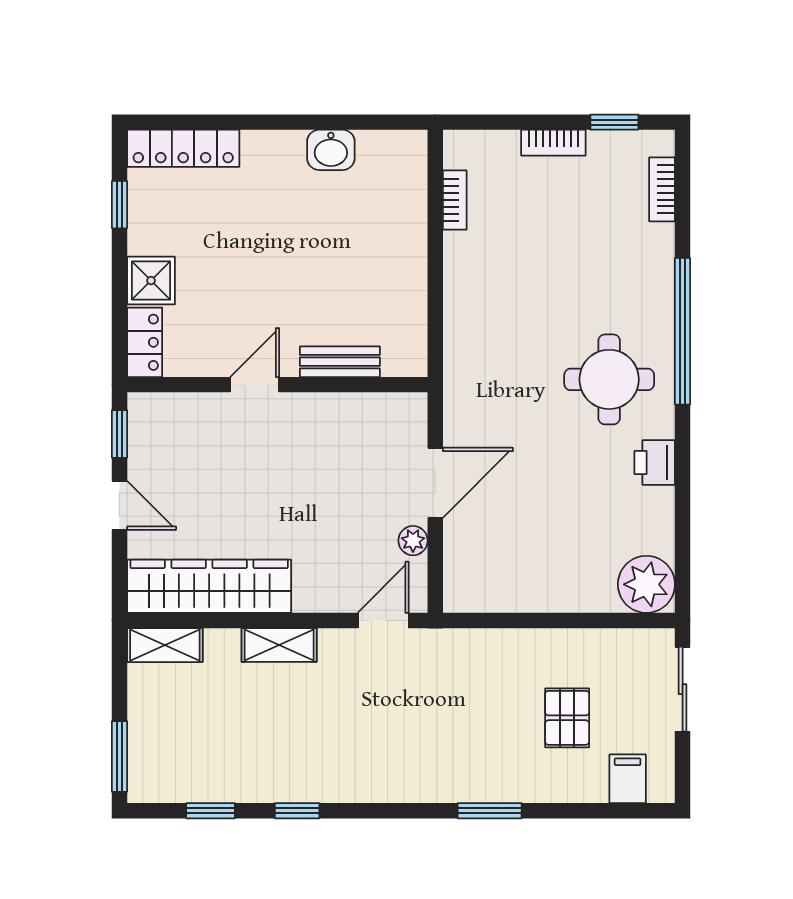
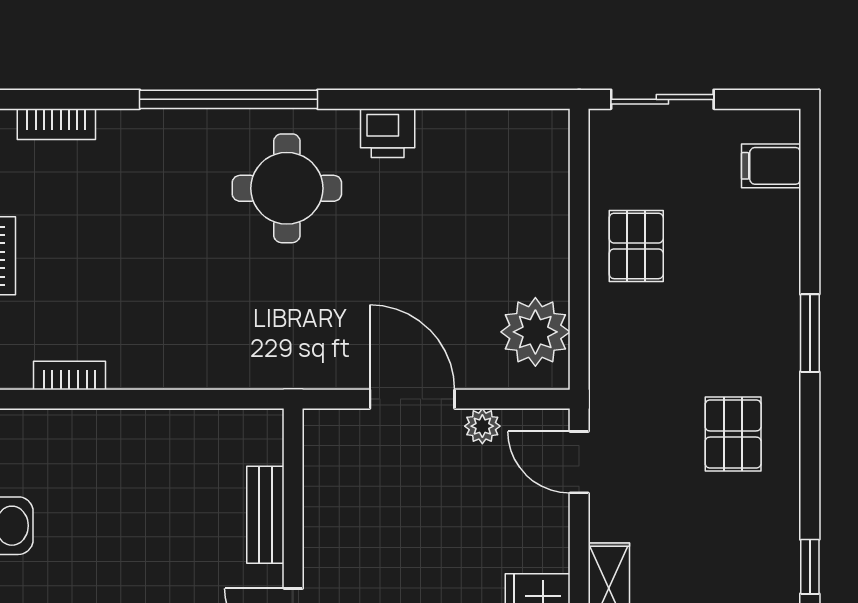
plant: (646, 584) -> (535, 332), moved
pallet: (567, 718) -> (636, 246), moved, turned 90
pallet: (406, 747) -> (733, 434), added

